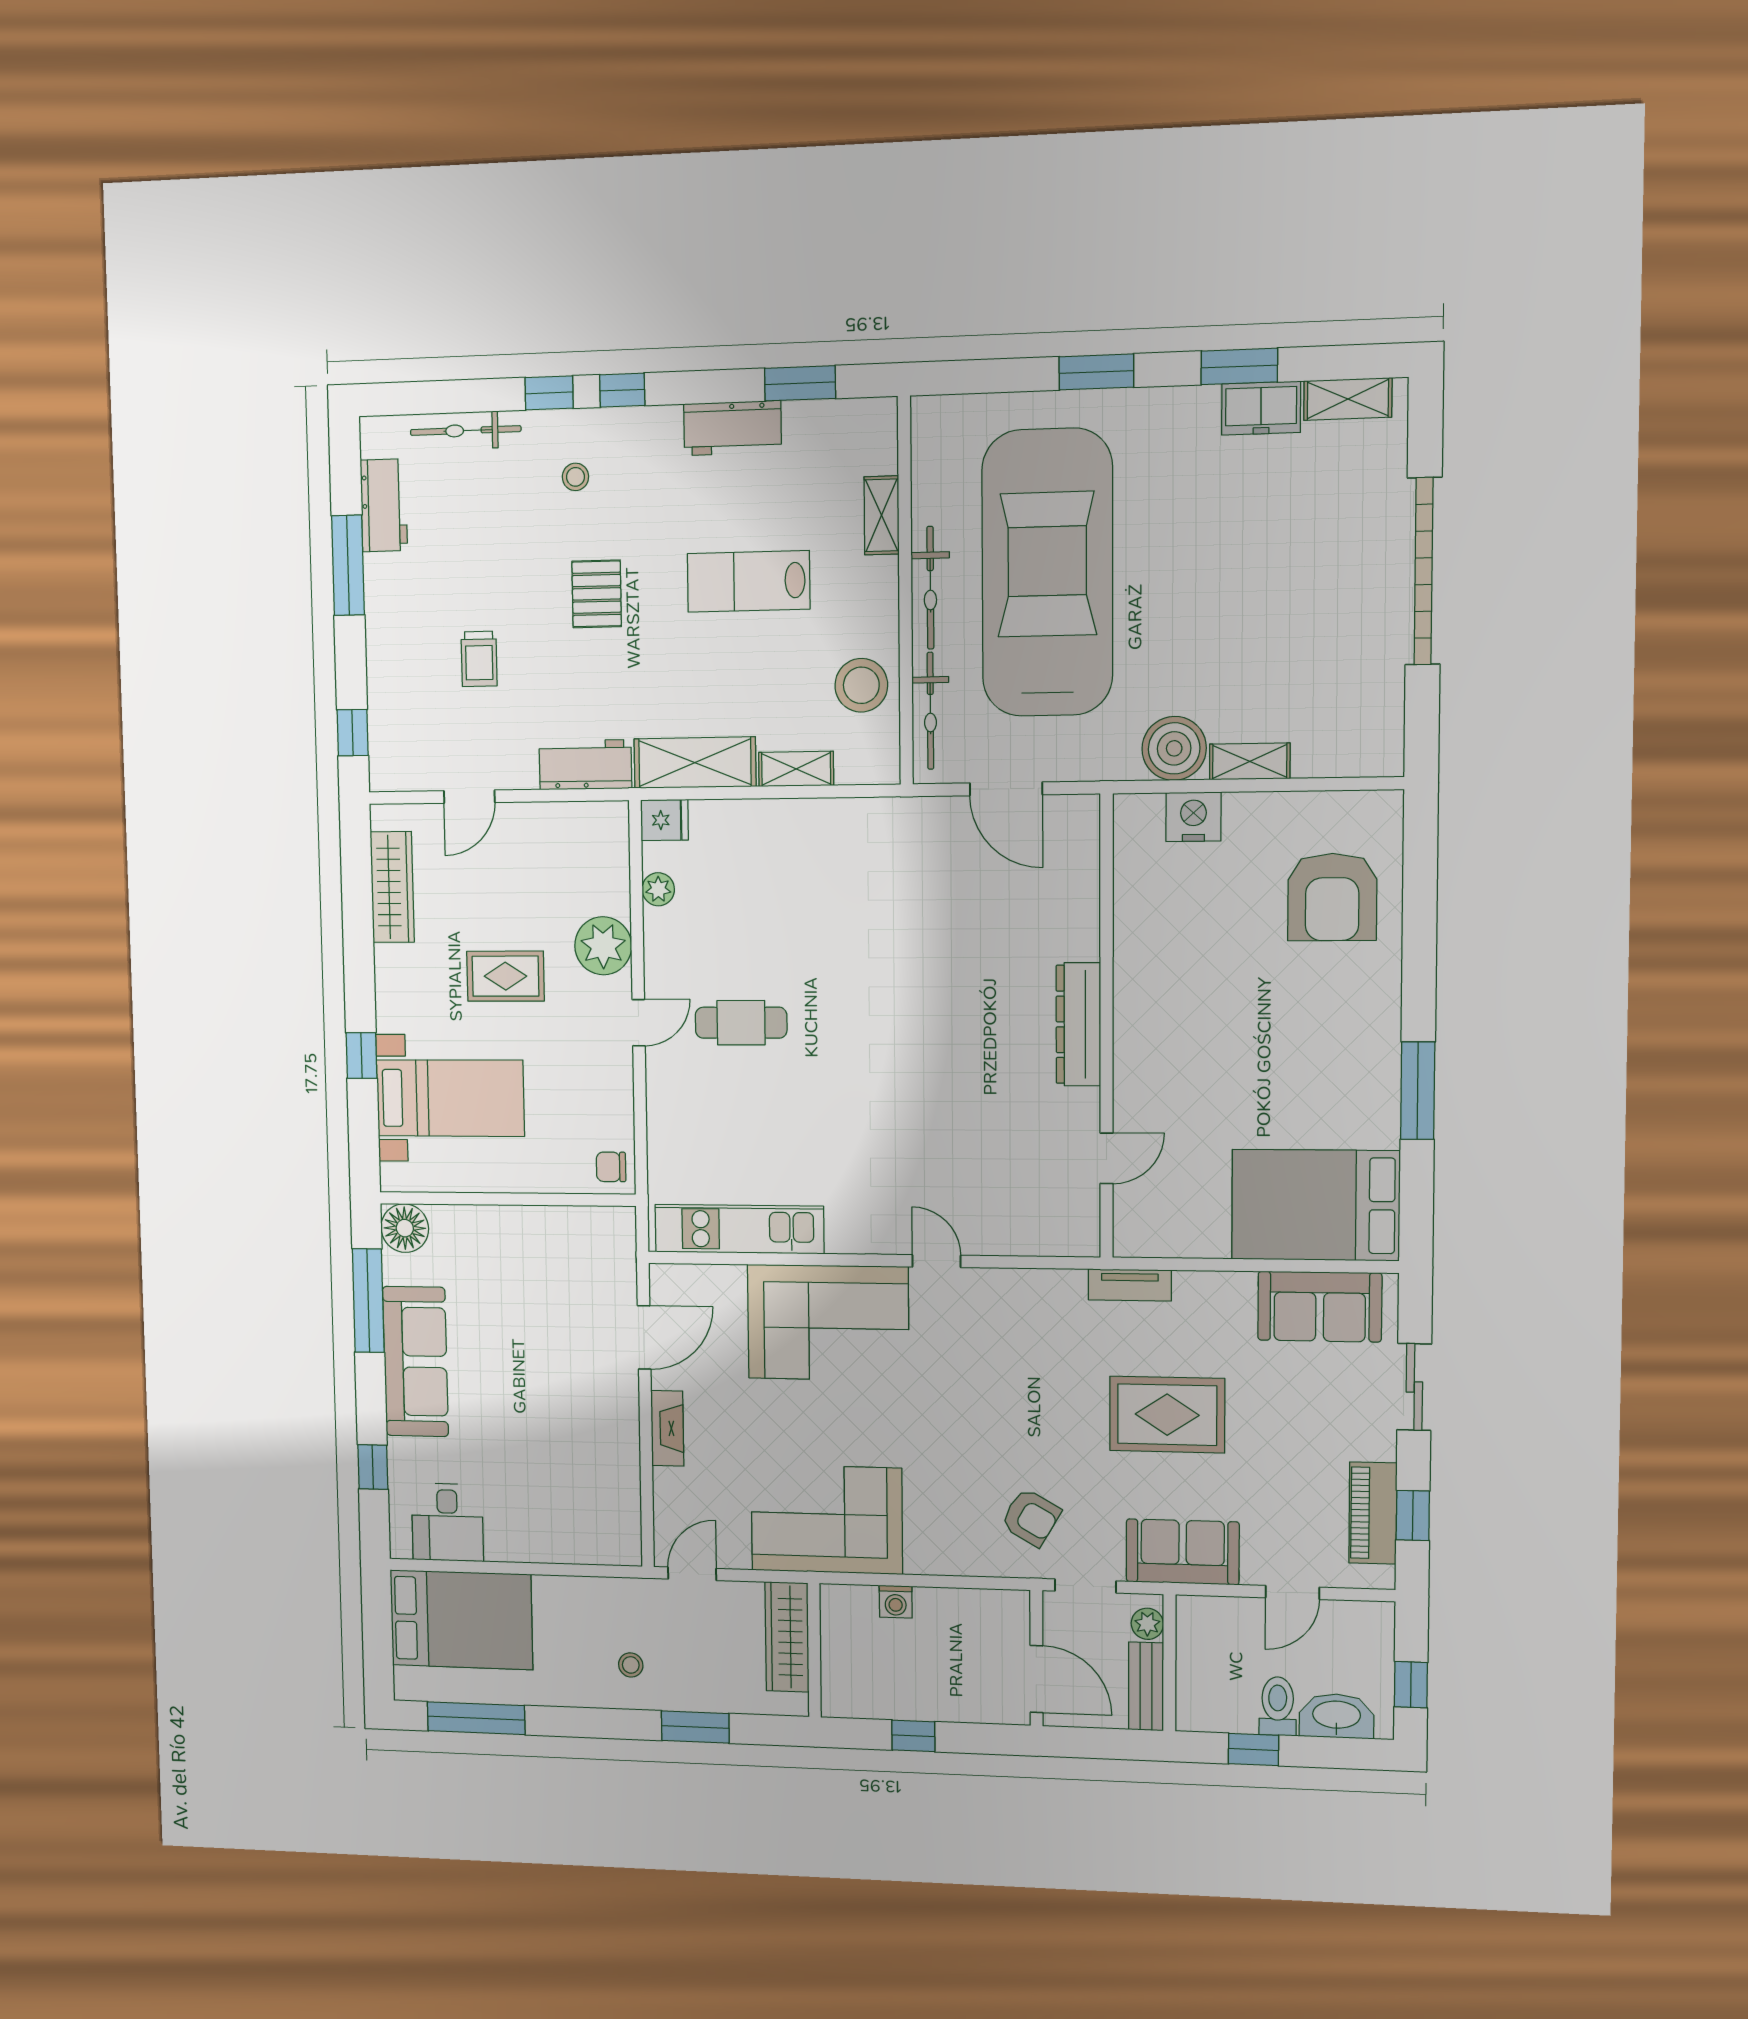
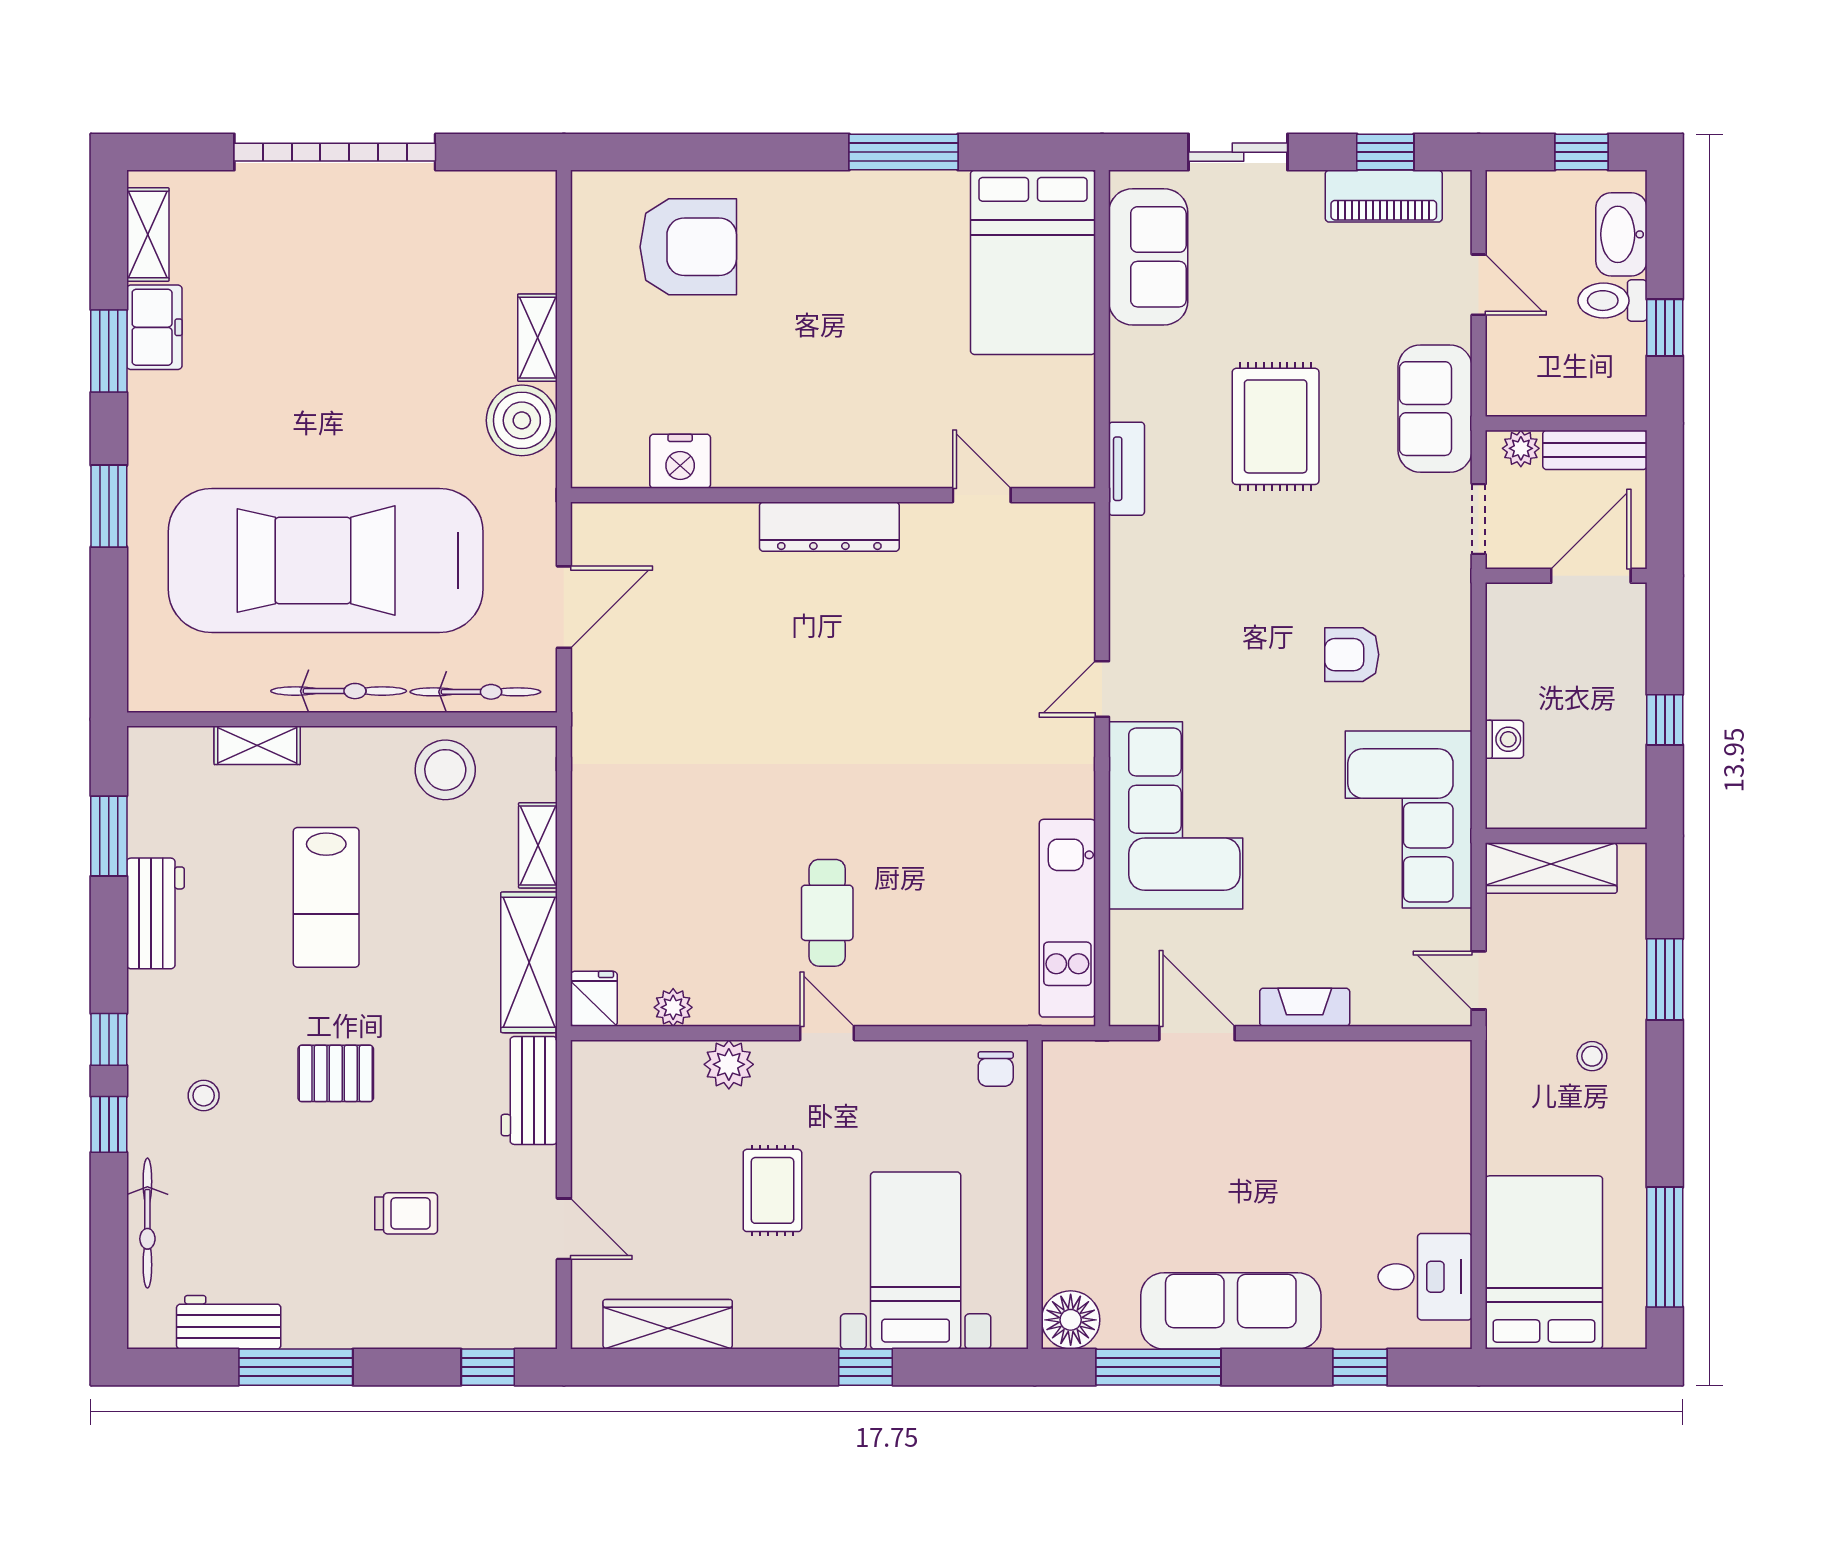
nightstand: (1193, 817) -> (680, 461), moved, turned -90
plant: (603, 946) -> (729, 1064), width x0.73, depth x0.73
armchair: (1031, 1517) -> (1352, 655), moved, turned -120

